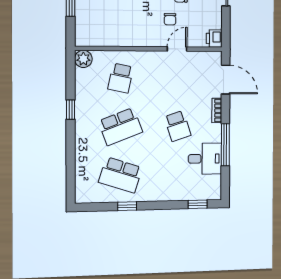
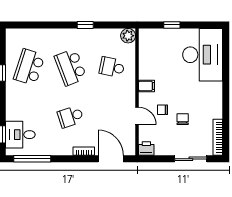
filing cabinet: (143, 38) -> (147, 86), added
door: (226, 80) -> (111, 159), swing flipped
window: (225, 145) -> (32, 159), moved
desk: (205, 159) -> (20, 135), moved, turned 90

